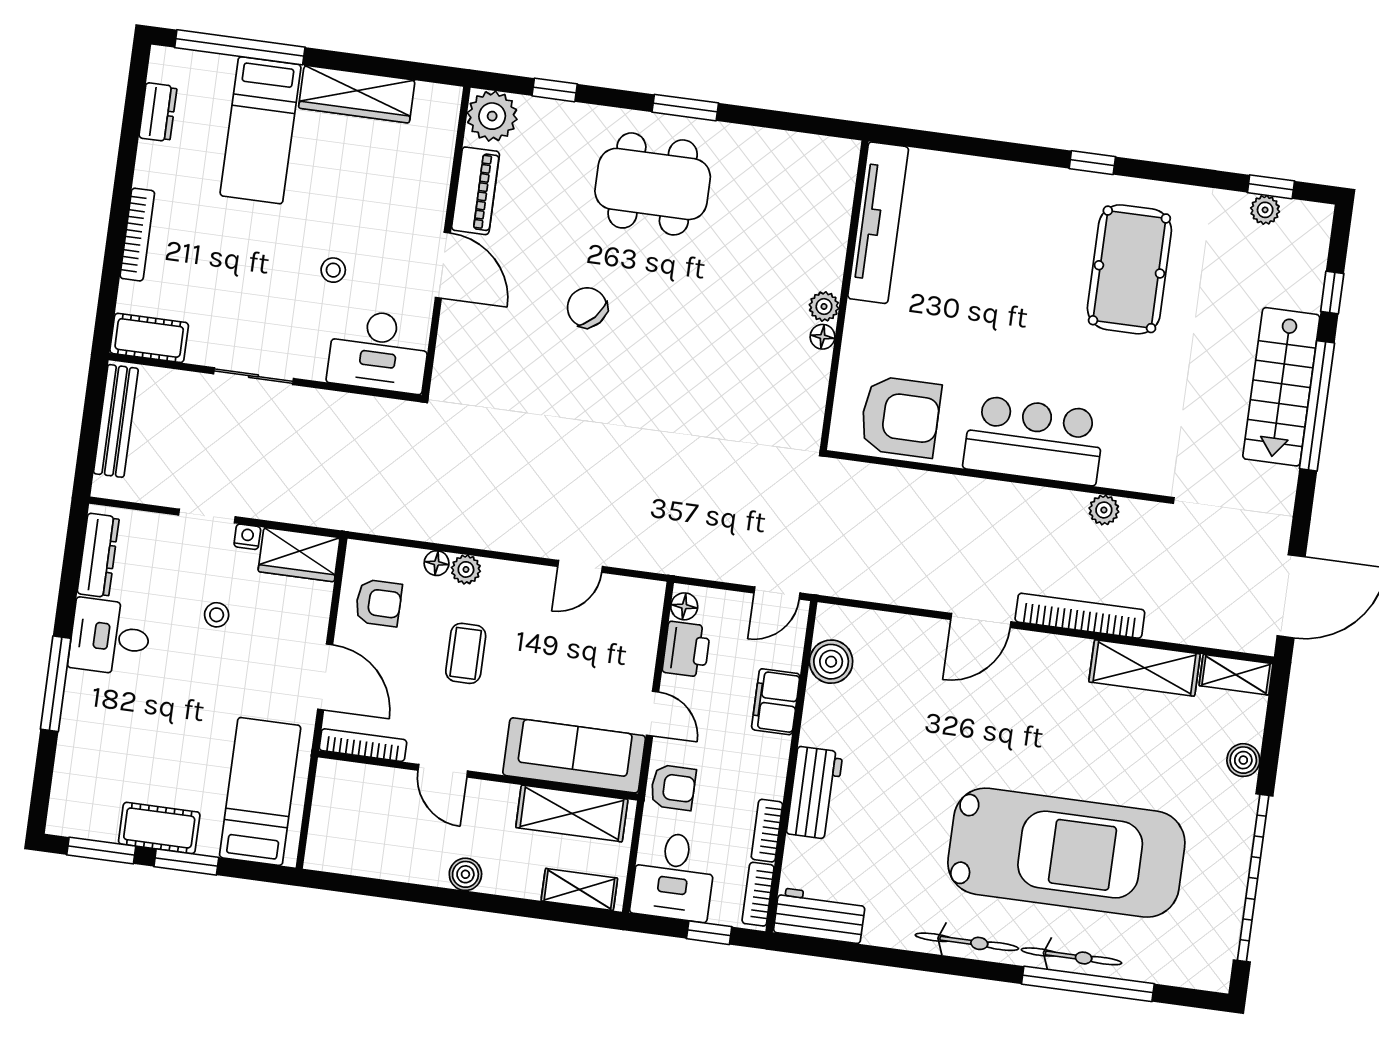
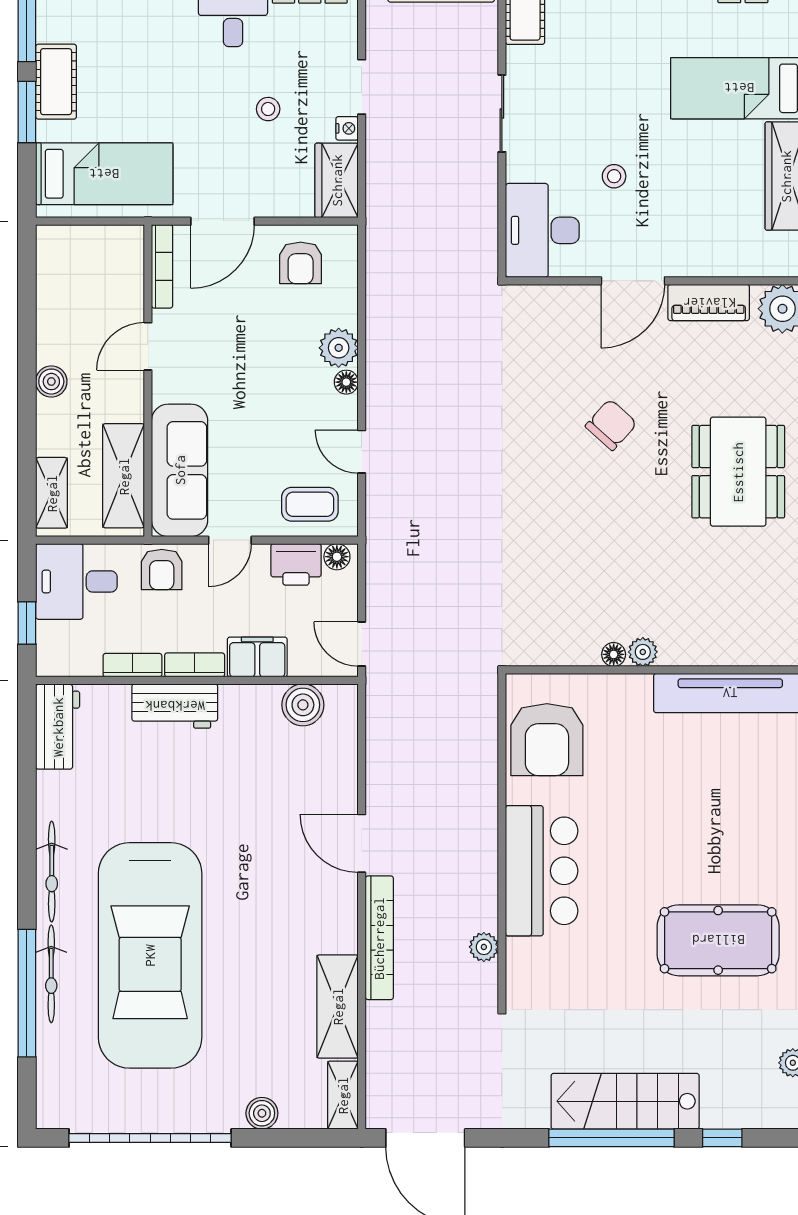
floor lamp: (437, 563) -> (346, 382), moved
plant: (466, 569) -> (339, 348), width x1.38, depth x1.38
coffee table: (466, 653) -> (310, 504), moved
bookcase: (758, 894) -> (195, 665), moved

